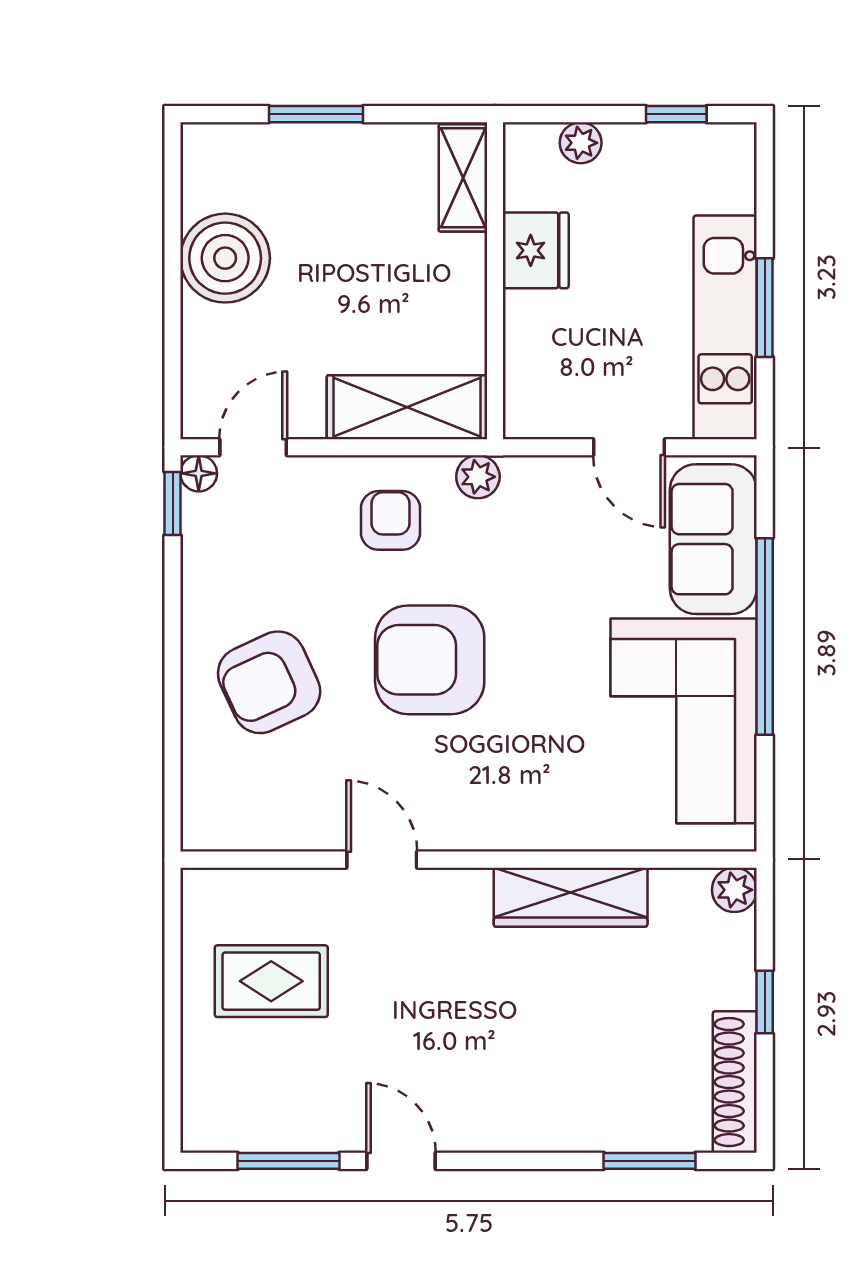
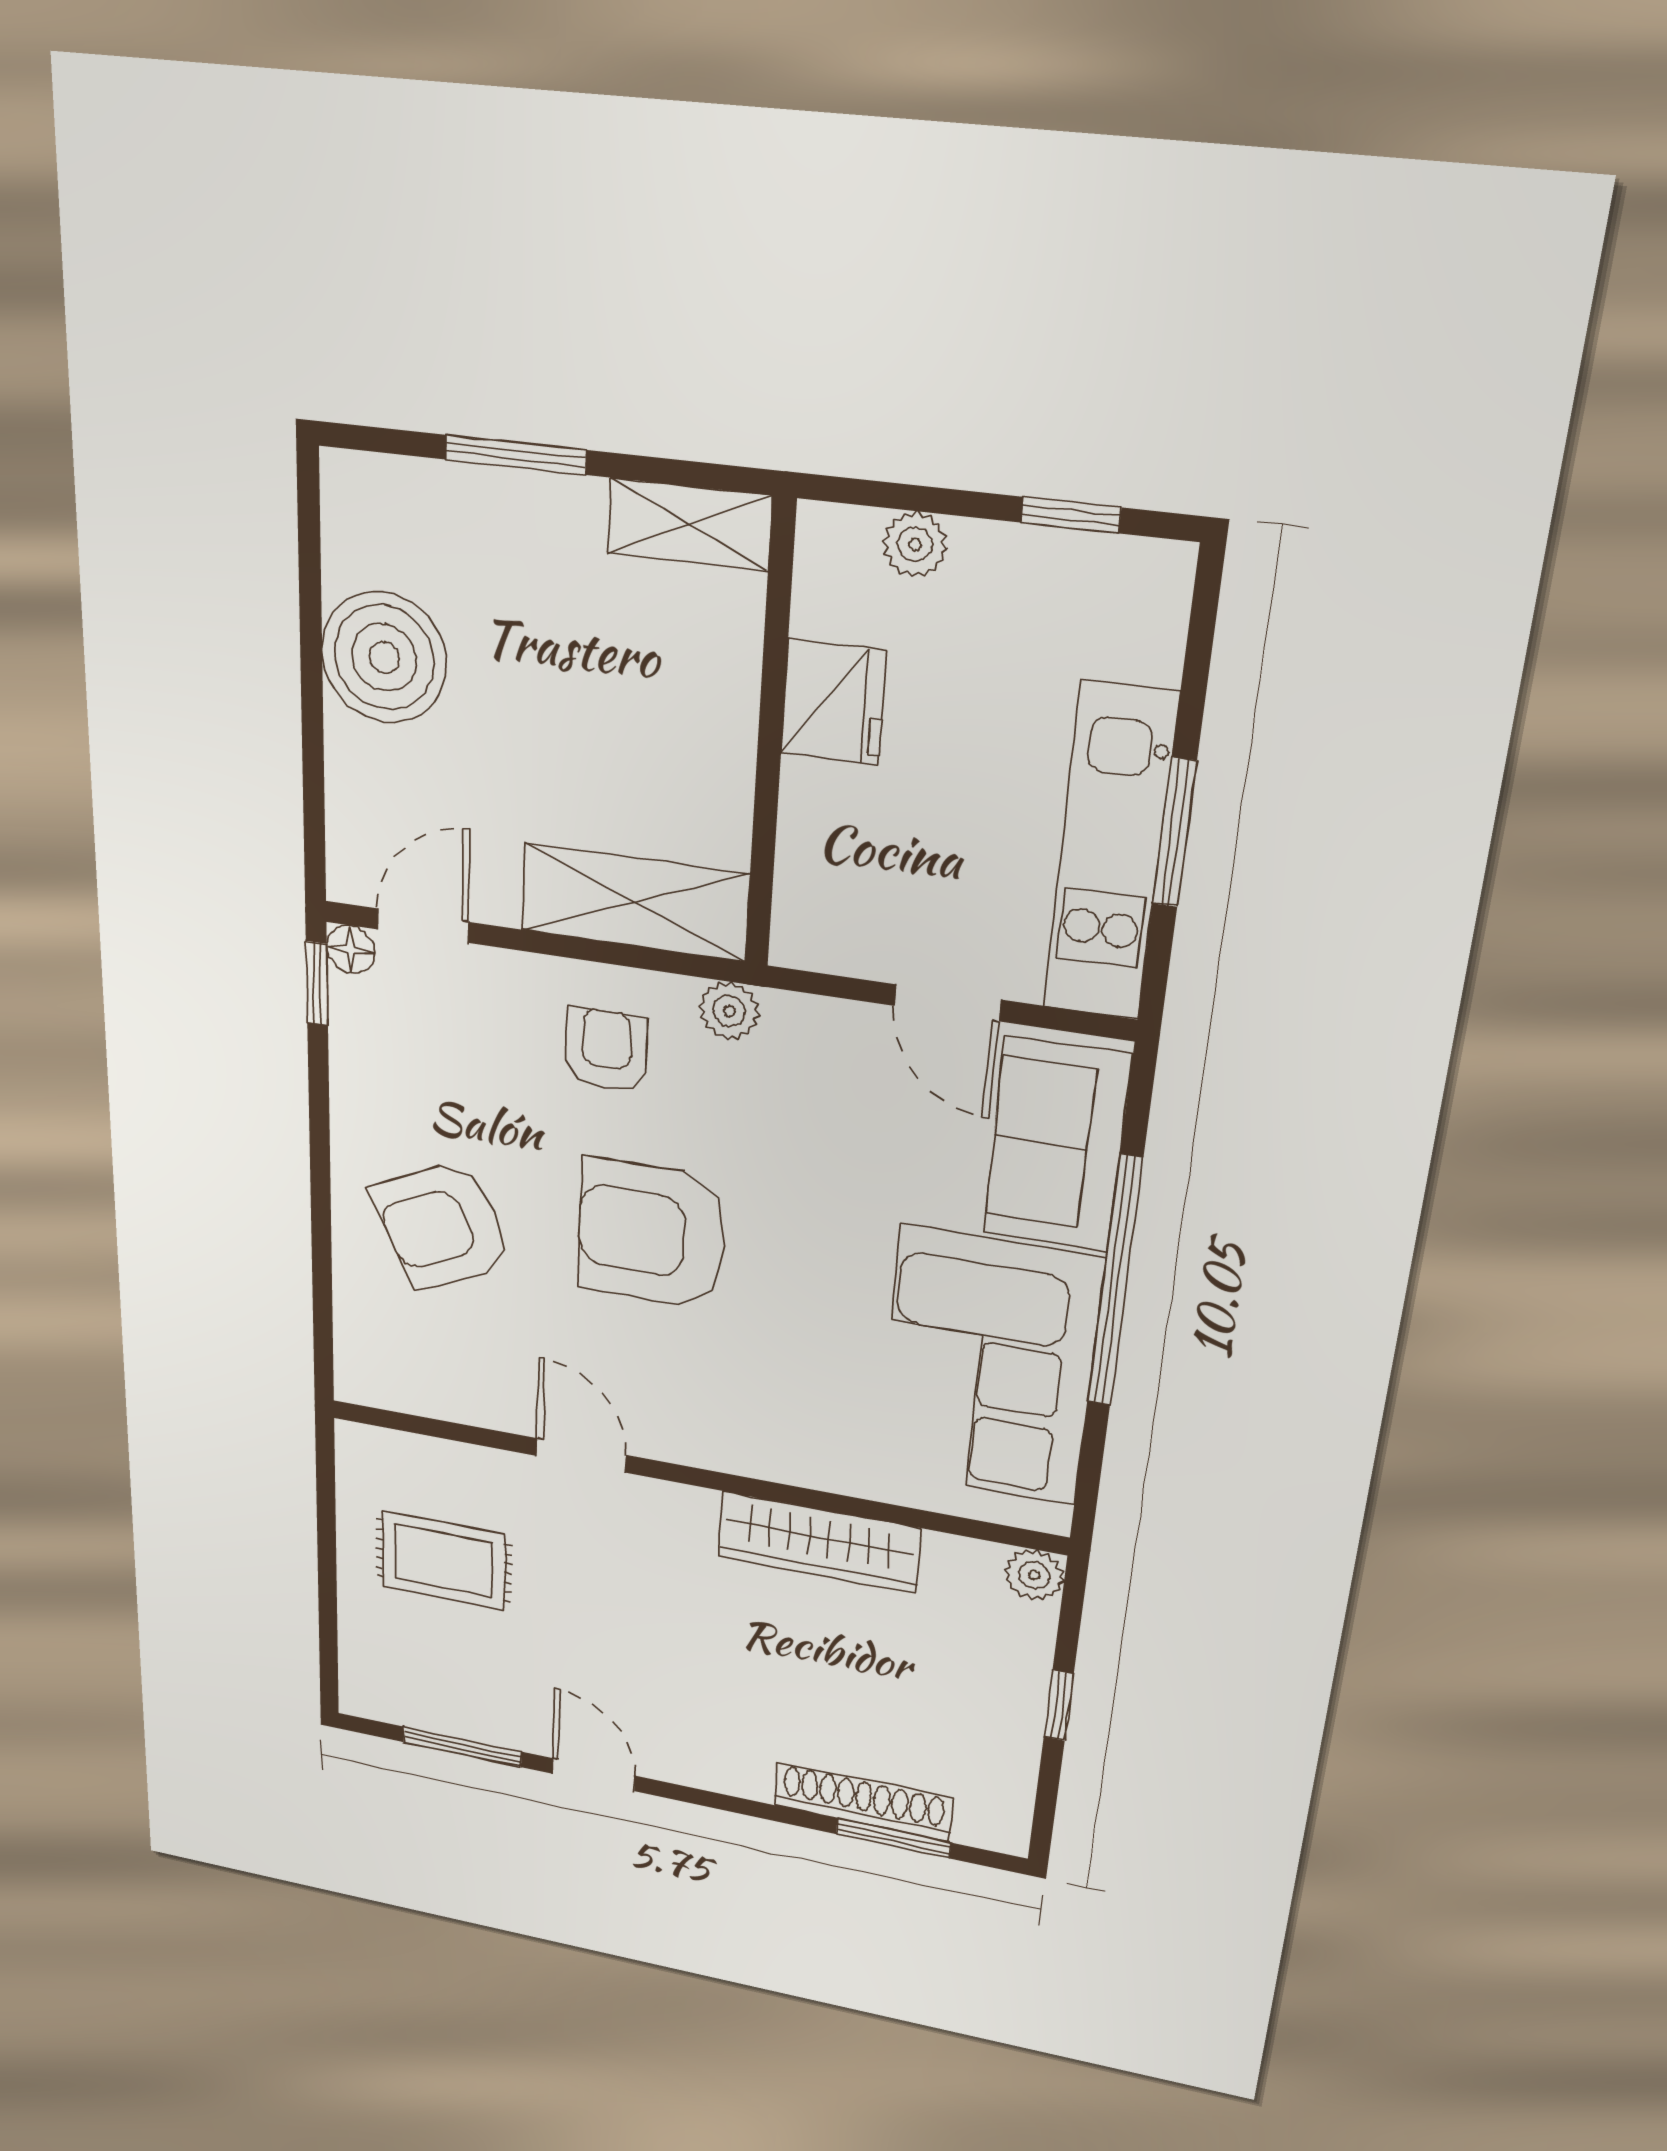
shelving: (463, 178) -> (689, 525), moved, turned 90
shoe rack: (735, 1082) -> (863, 1802), moved, turned 90

